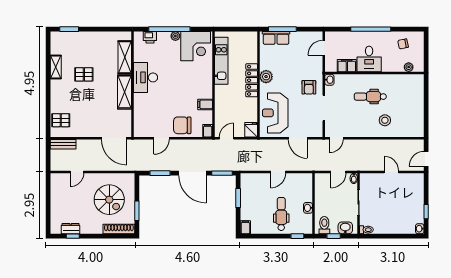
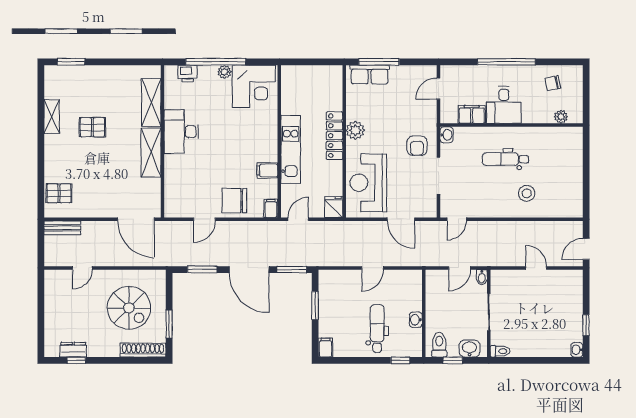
kitchen unit: (221, 61) -> (291, 149), moved

